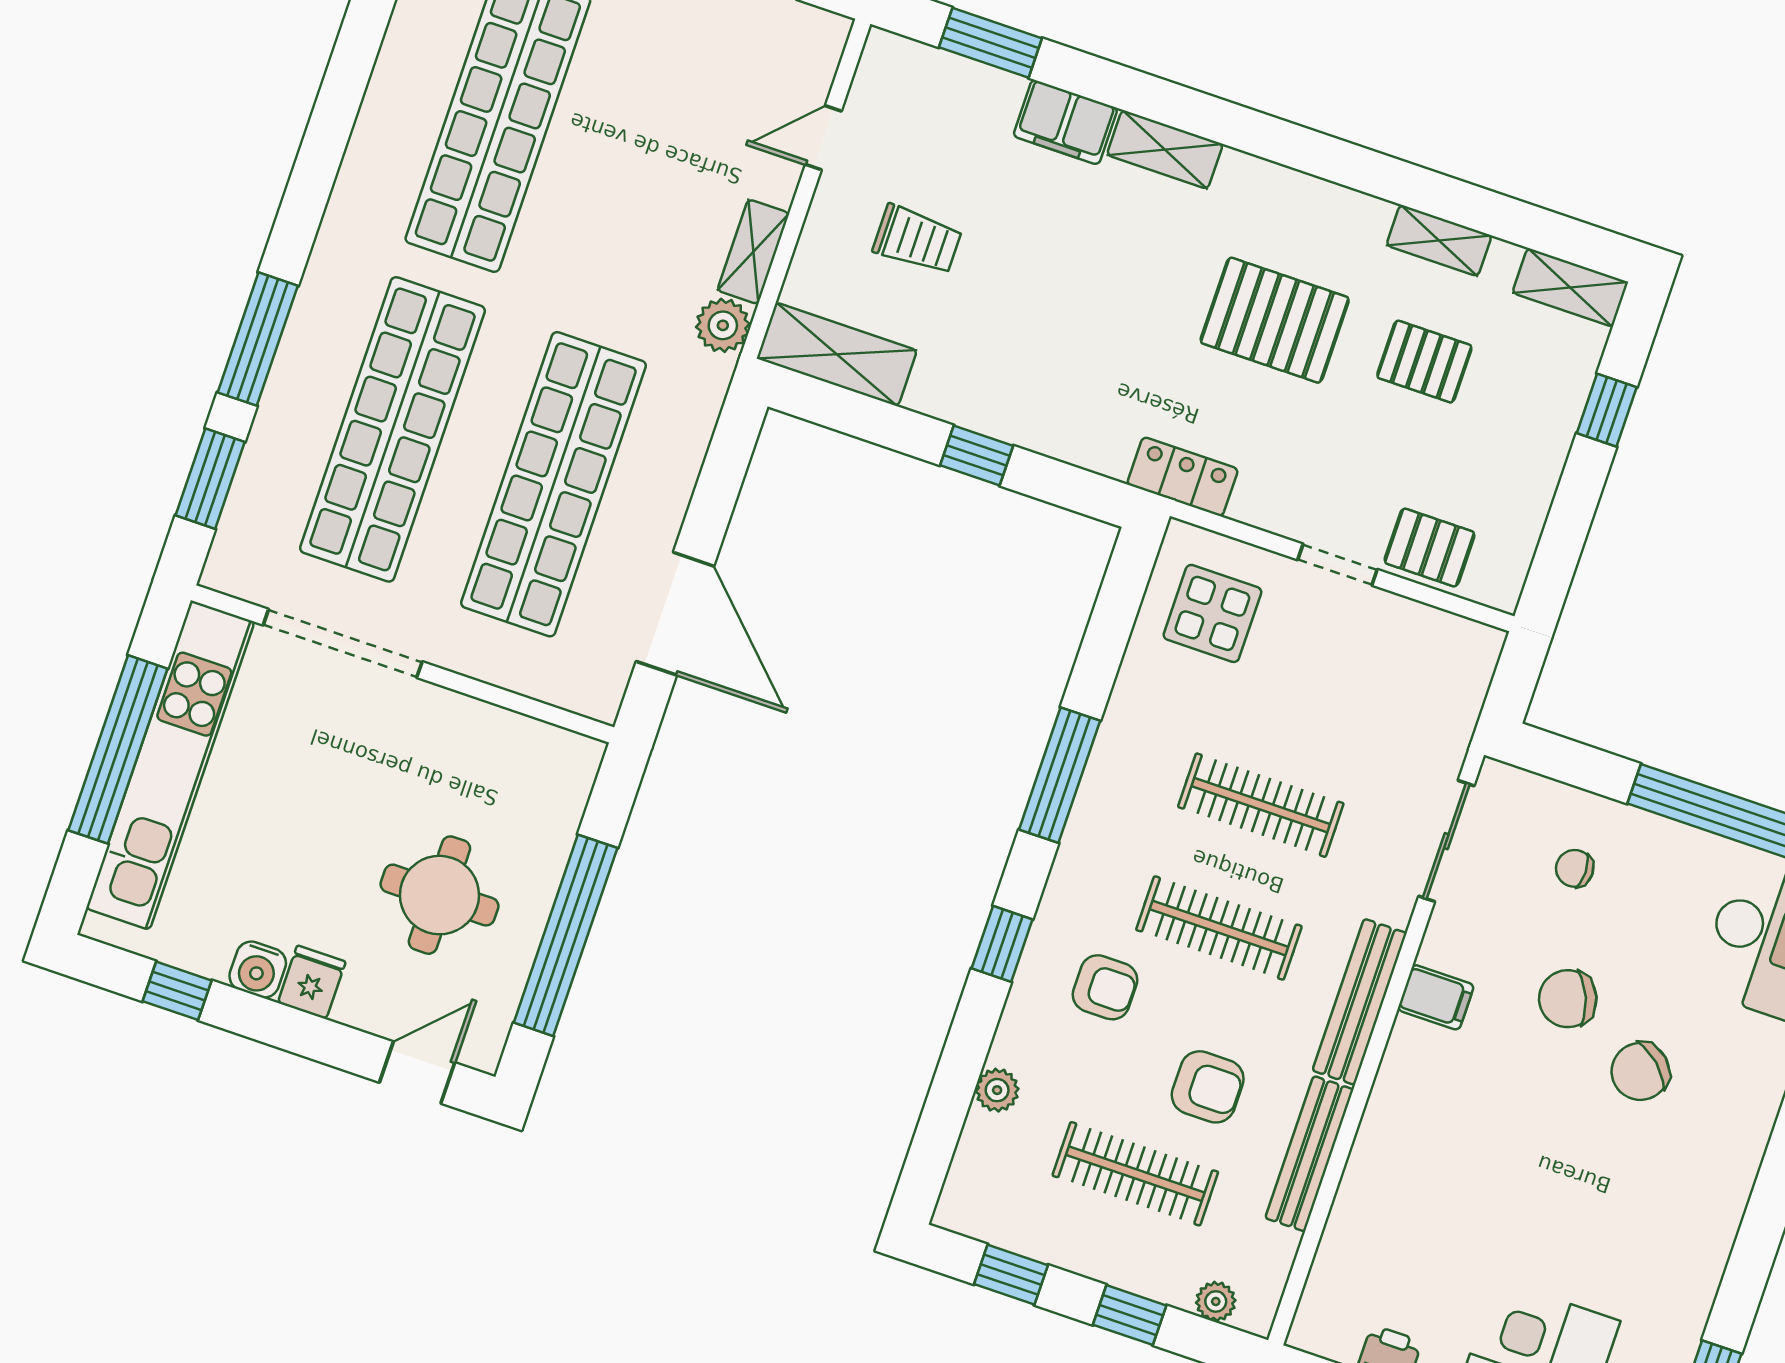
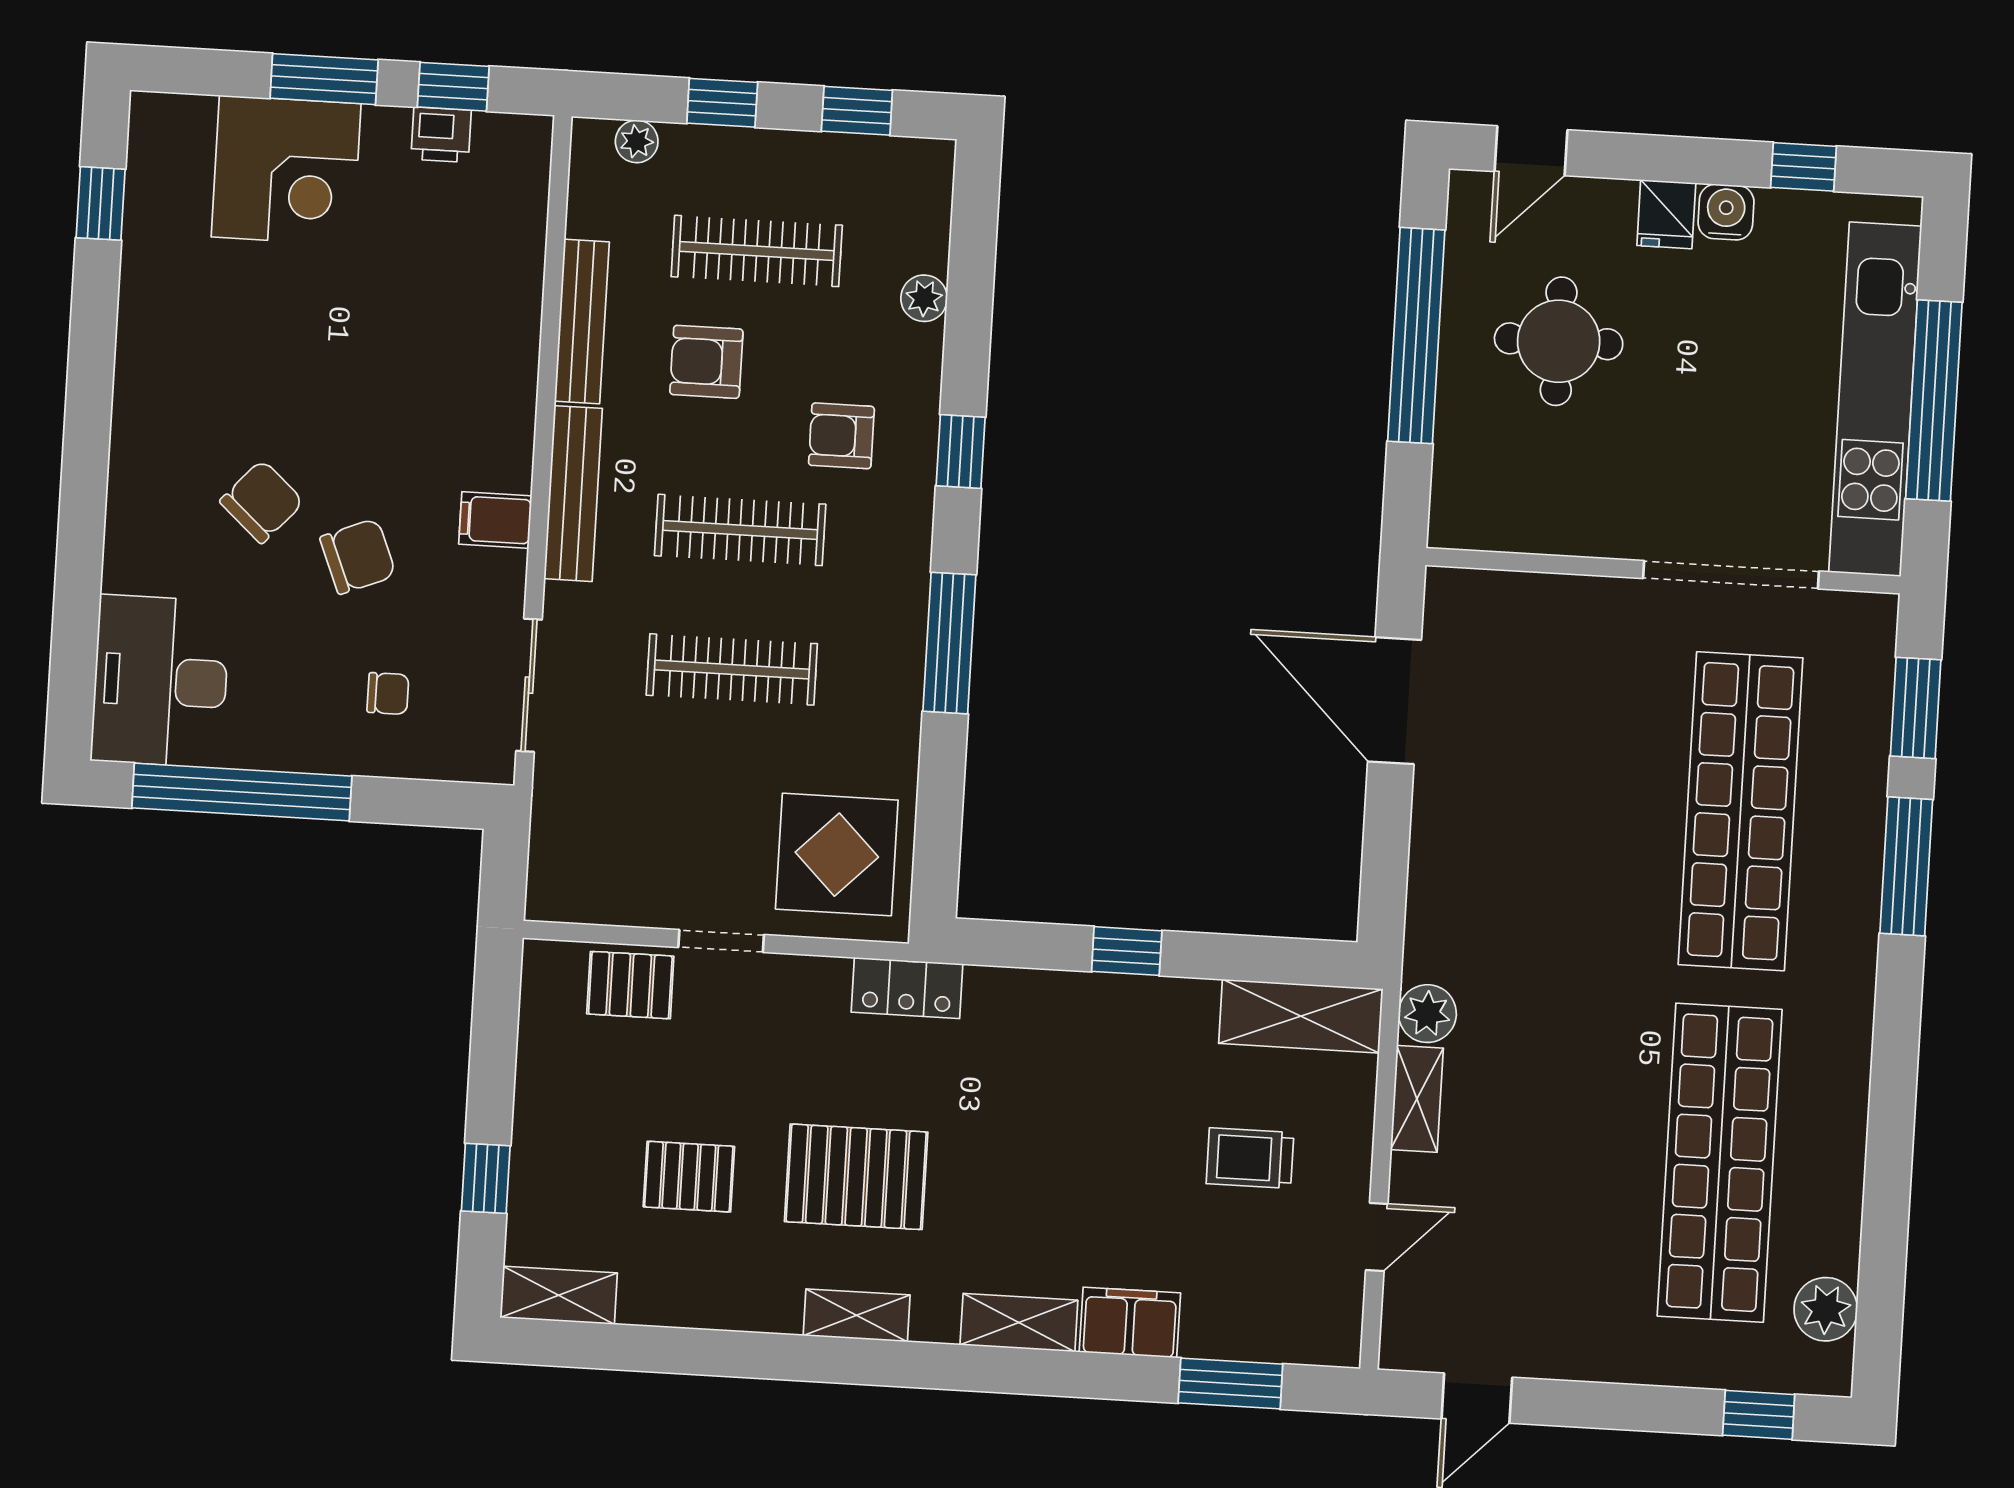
shelving: (1439, 240) -> (857, 1315), moved
shop shelf: (554, 484) -> (1558, 800), removed
display table: (1212, 613) -> (837, 855), width x1.36, depth x1.36

